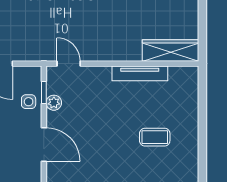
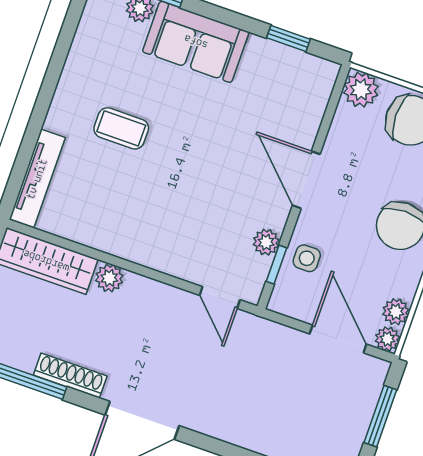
plant: (133, 53) -> (109, 278), added
tv unit: (140, 73) -> (37, 179), moved, turned 90

